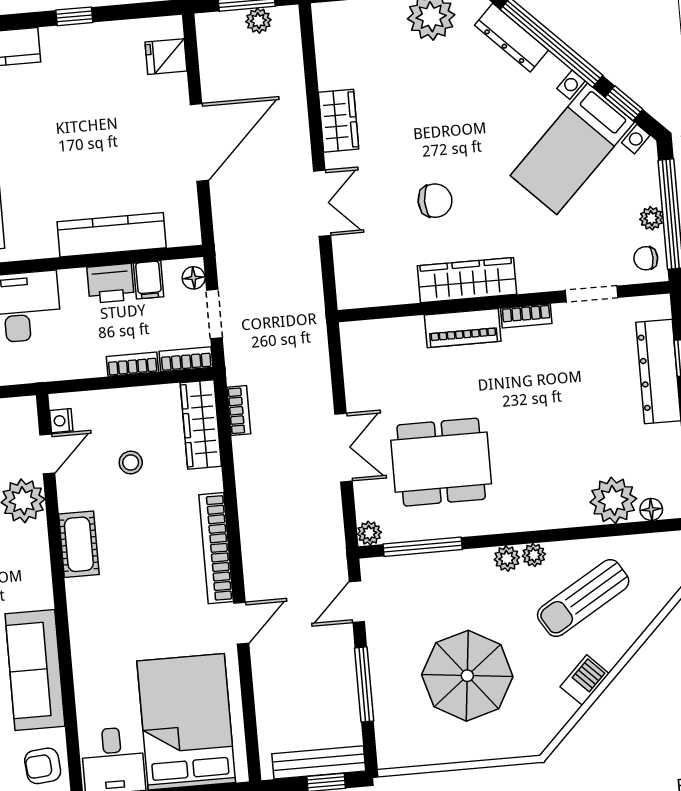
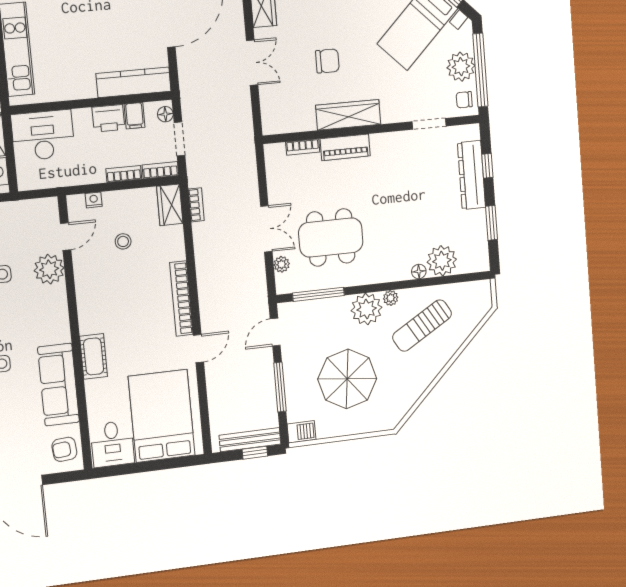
plant: (651, 218) -> (461, 67), width x1.88, depth x1.88
kitchen counter: (112, 235) -> (134, 82), moved
bookcase: (526, 316) -> (303, 147), moved
nightstand: (61, 421) -> (94, 200), moved, turned 90
wardrobe: (201, 425) -> (170, 205), width x0.67
floor lamp: (651, 509) -> (419, 271), moved
plant: (369, 533) -> (282, 264), moved
cot: (79, 544) -> (94, 356), moved
plant: (507, 559) -> (367, 309), width x1.88, depth x1.88
barbecue: (585, 680) -> (301, 432), moved, turned 45

